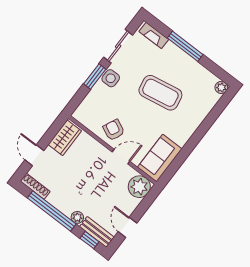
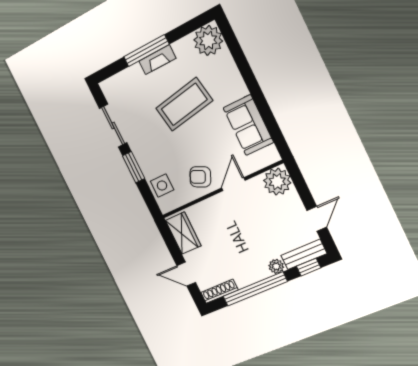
fireplace: (154, 35) -> (157, 60), moved
side table: (111, 78) -> (162, 185), moved
plant: (221, 87) -> (208, 40), width x1.87, depth x1.87
sofa: (160, 158) -> (248, 125), moved
door: (127, 227) -> (317, 219), swing flipped

